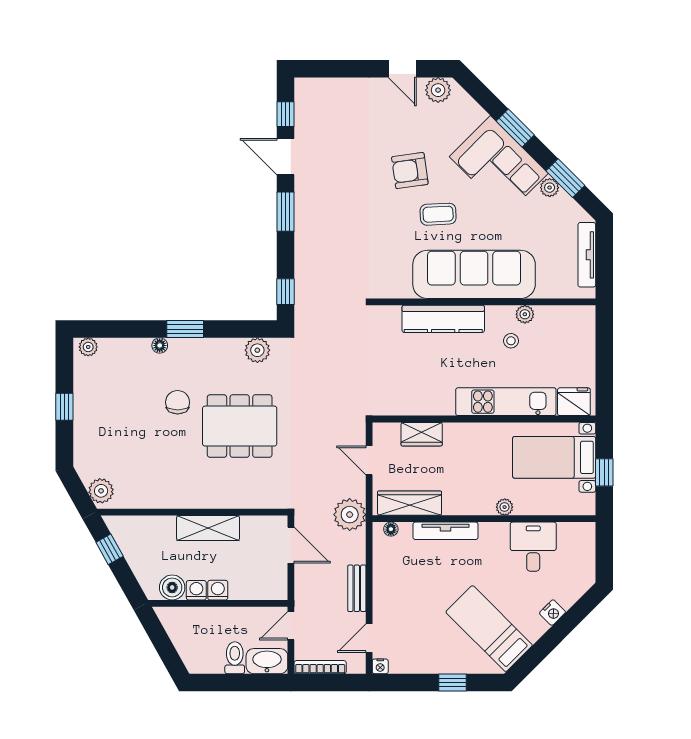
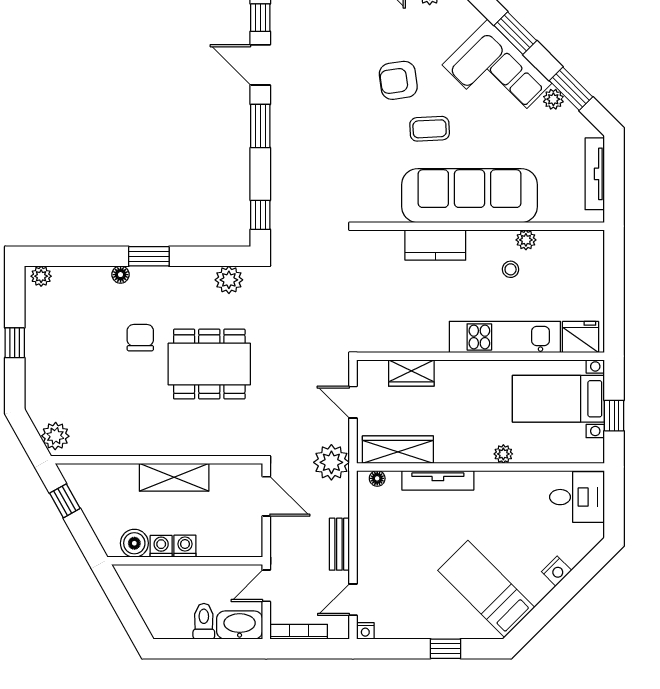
kitchen counter: (443, 319) -> (435, 245), width x0.67
desk: (533, 547) -> (577, 497), moved, turned 90

